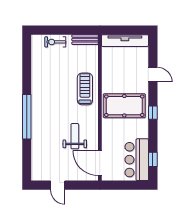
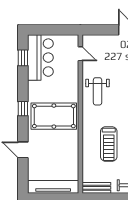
treadmill: (85, 89) -> (109, 144), moved
weight bench: (75, 136) -> (98, 91), moved
door: (100, 163) -> (80, 54), width x0.53

